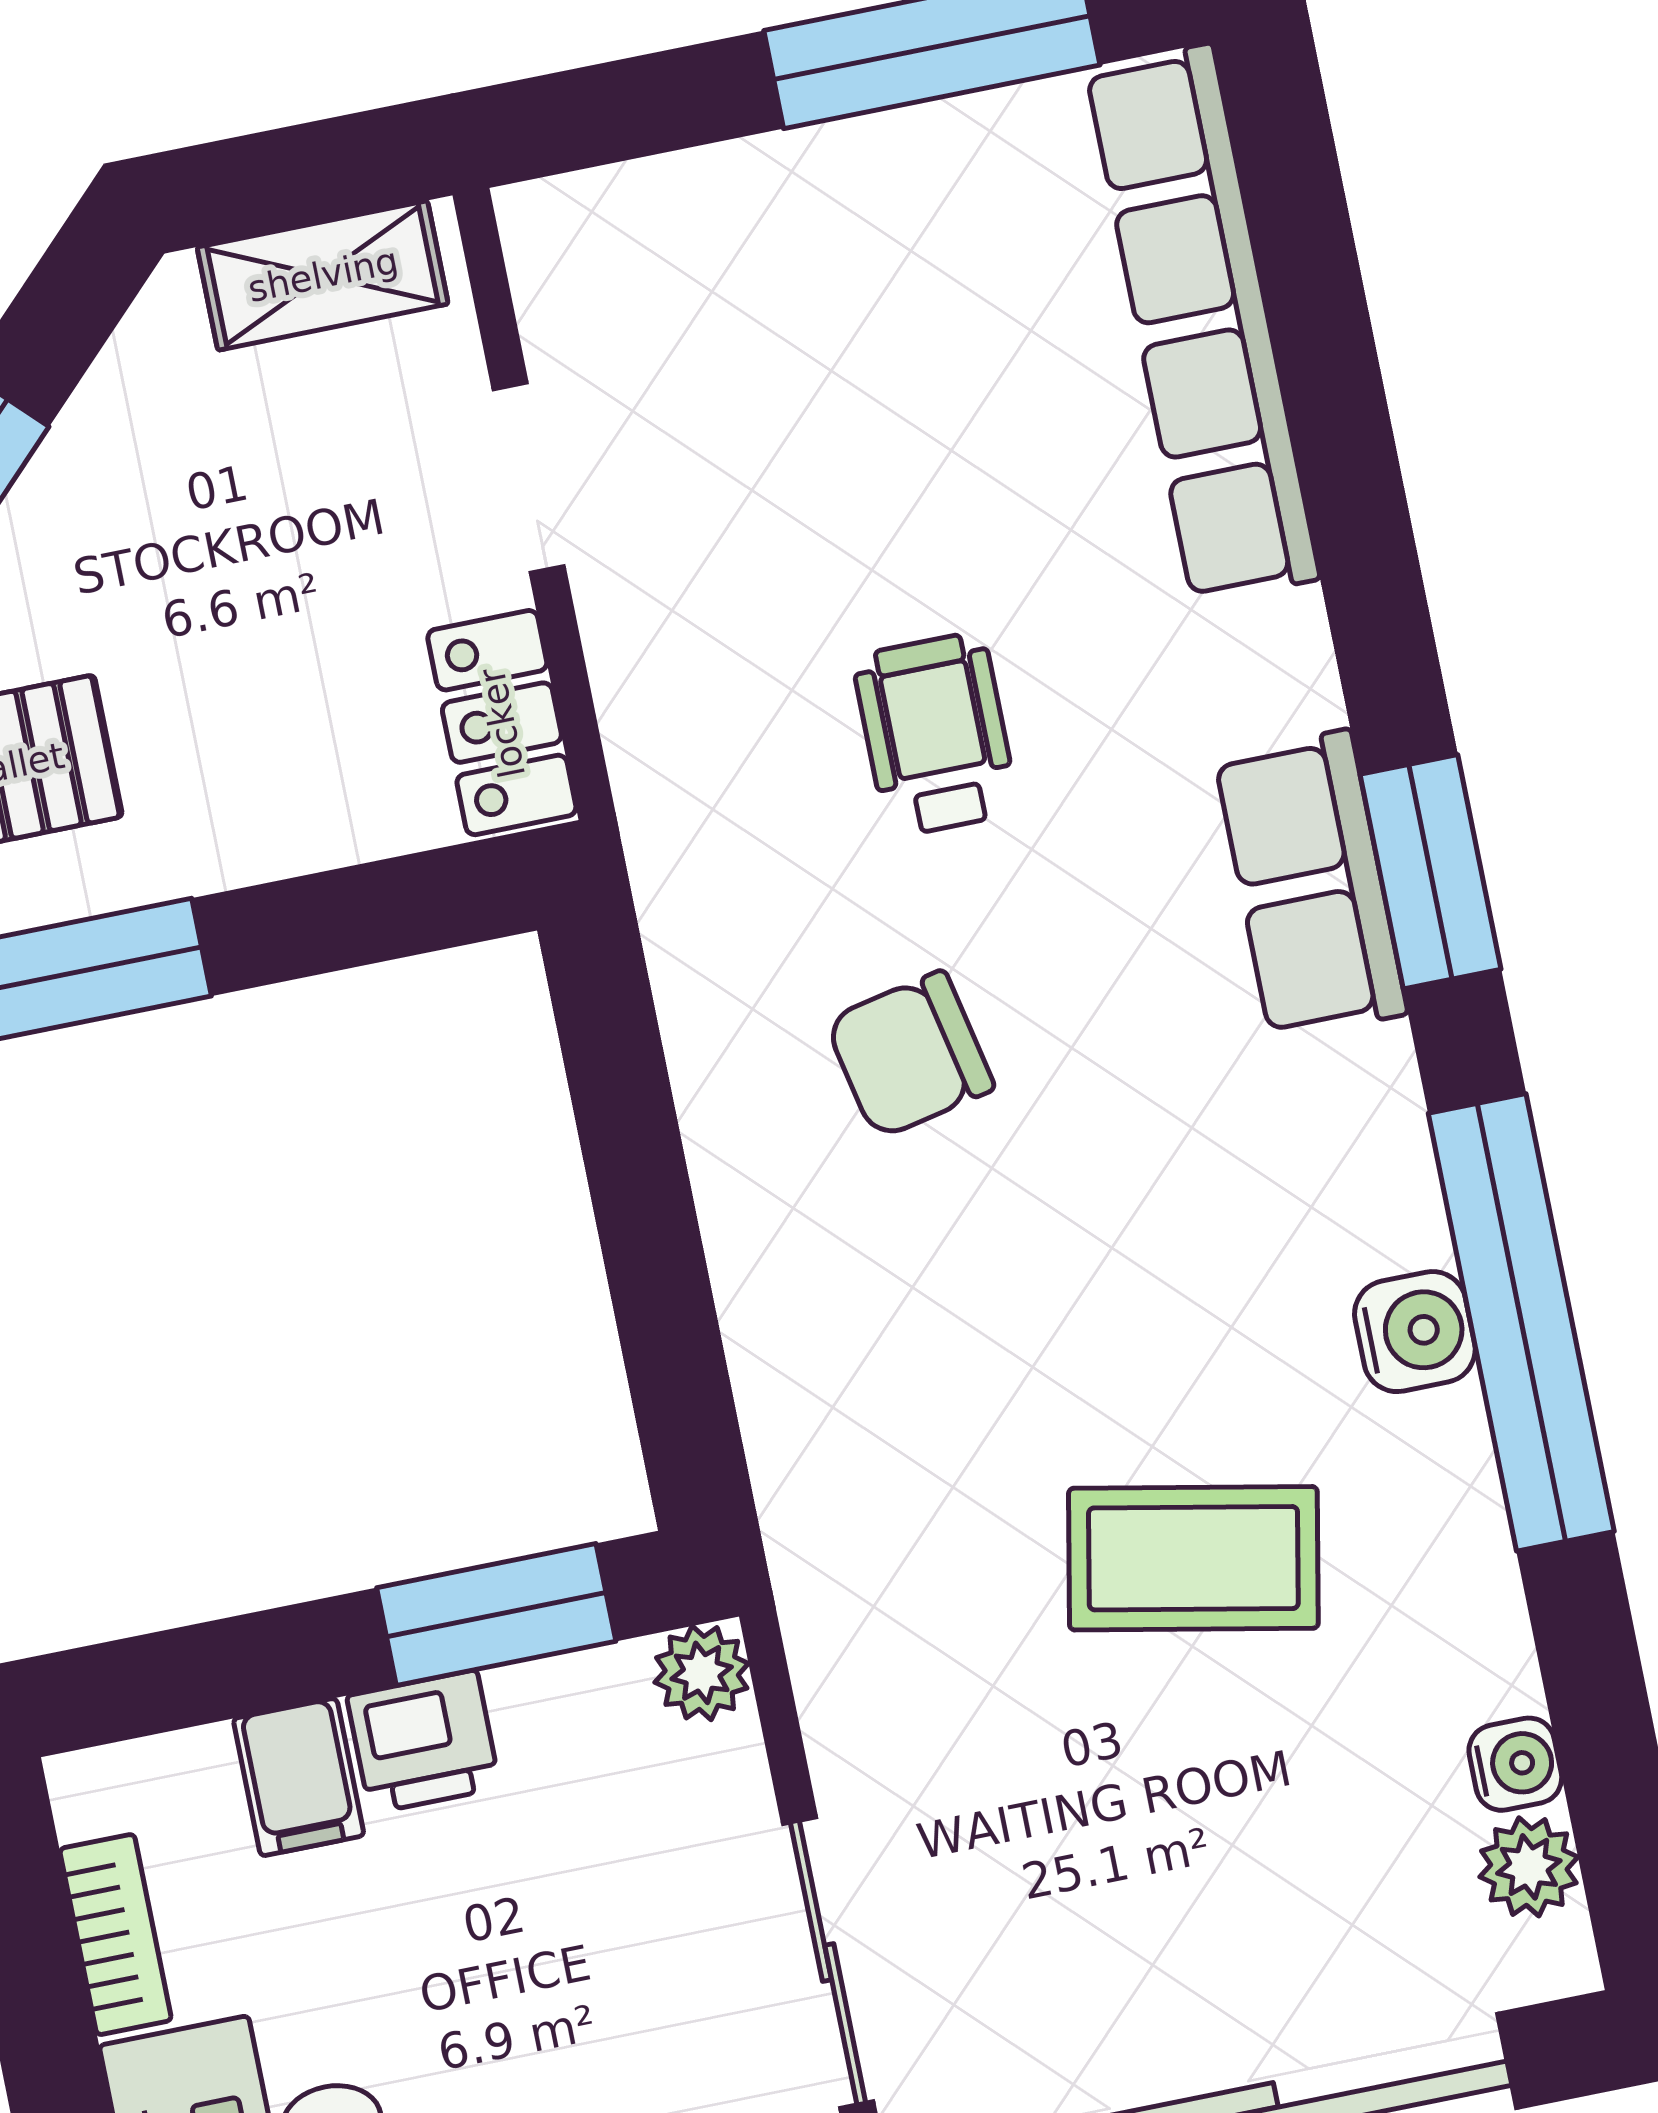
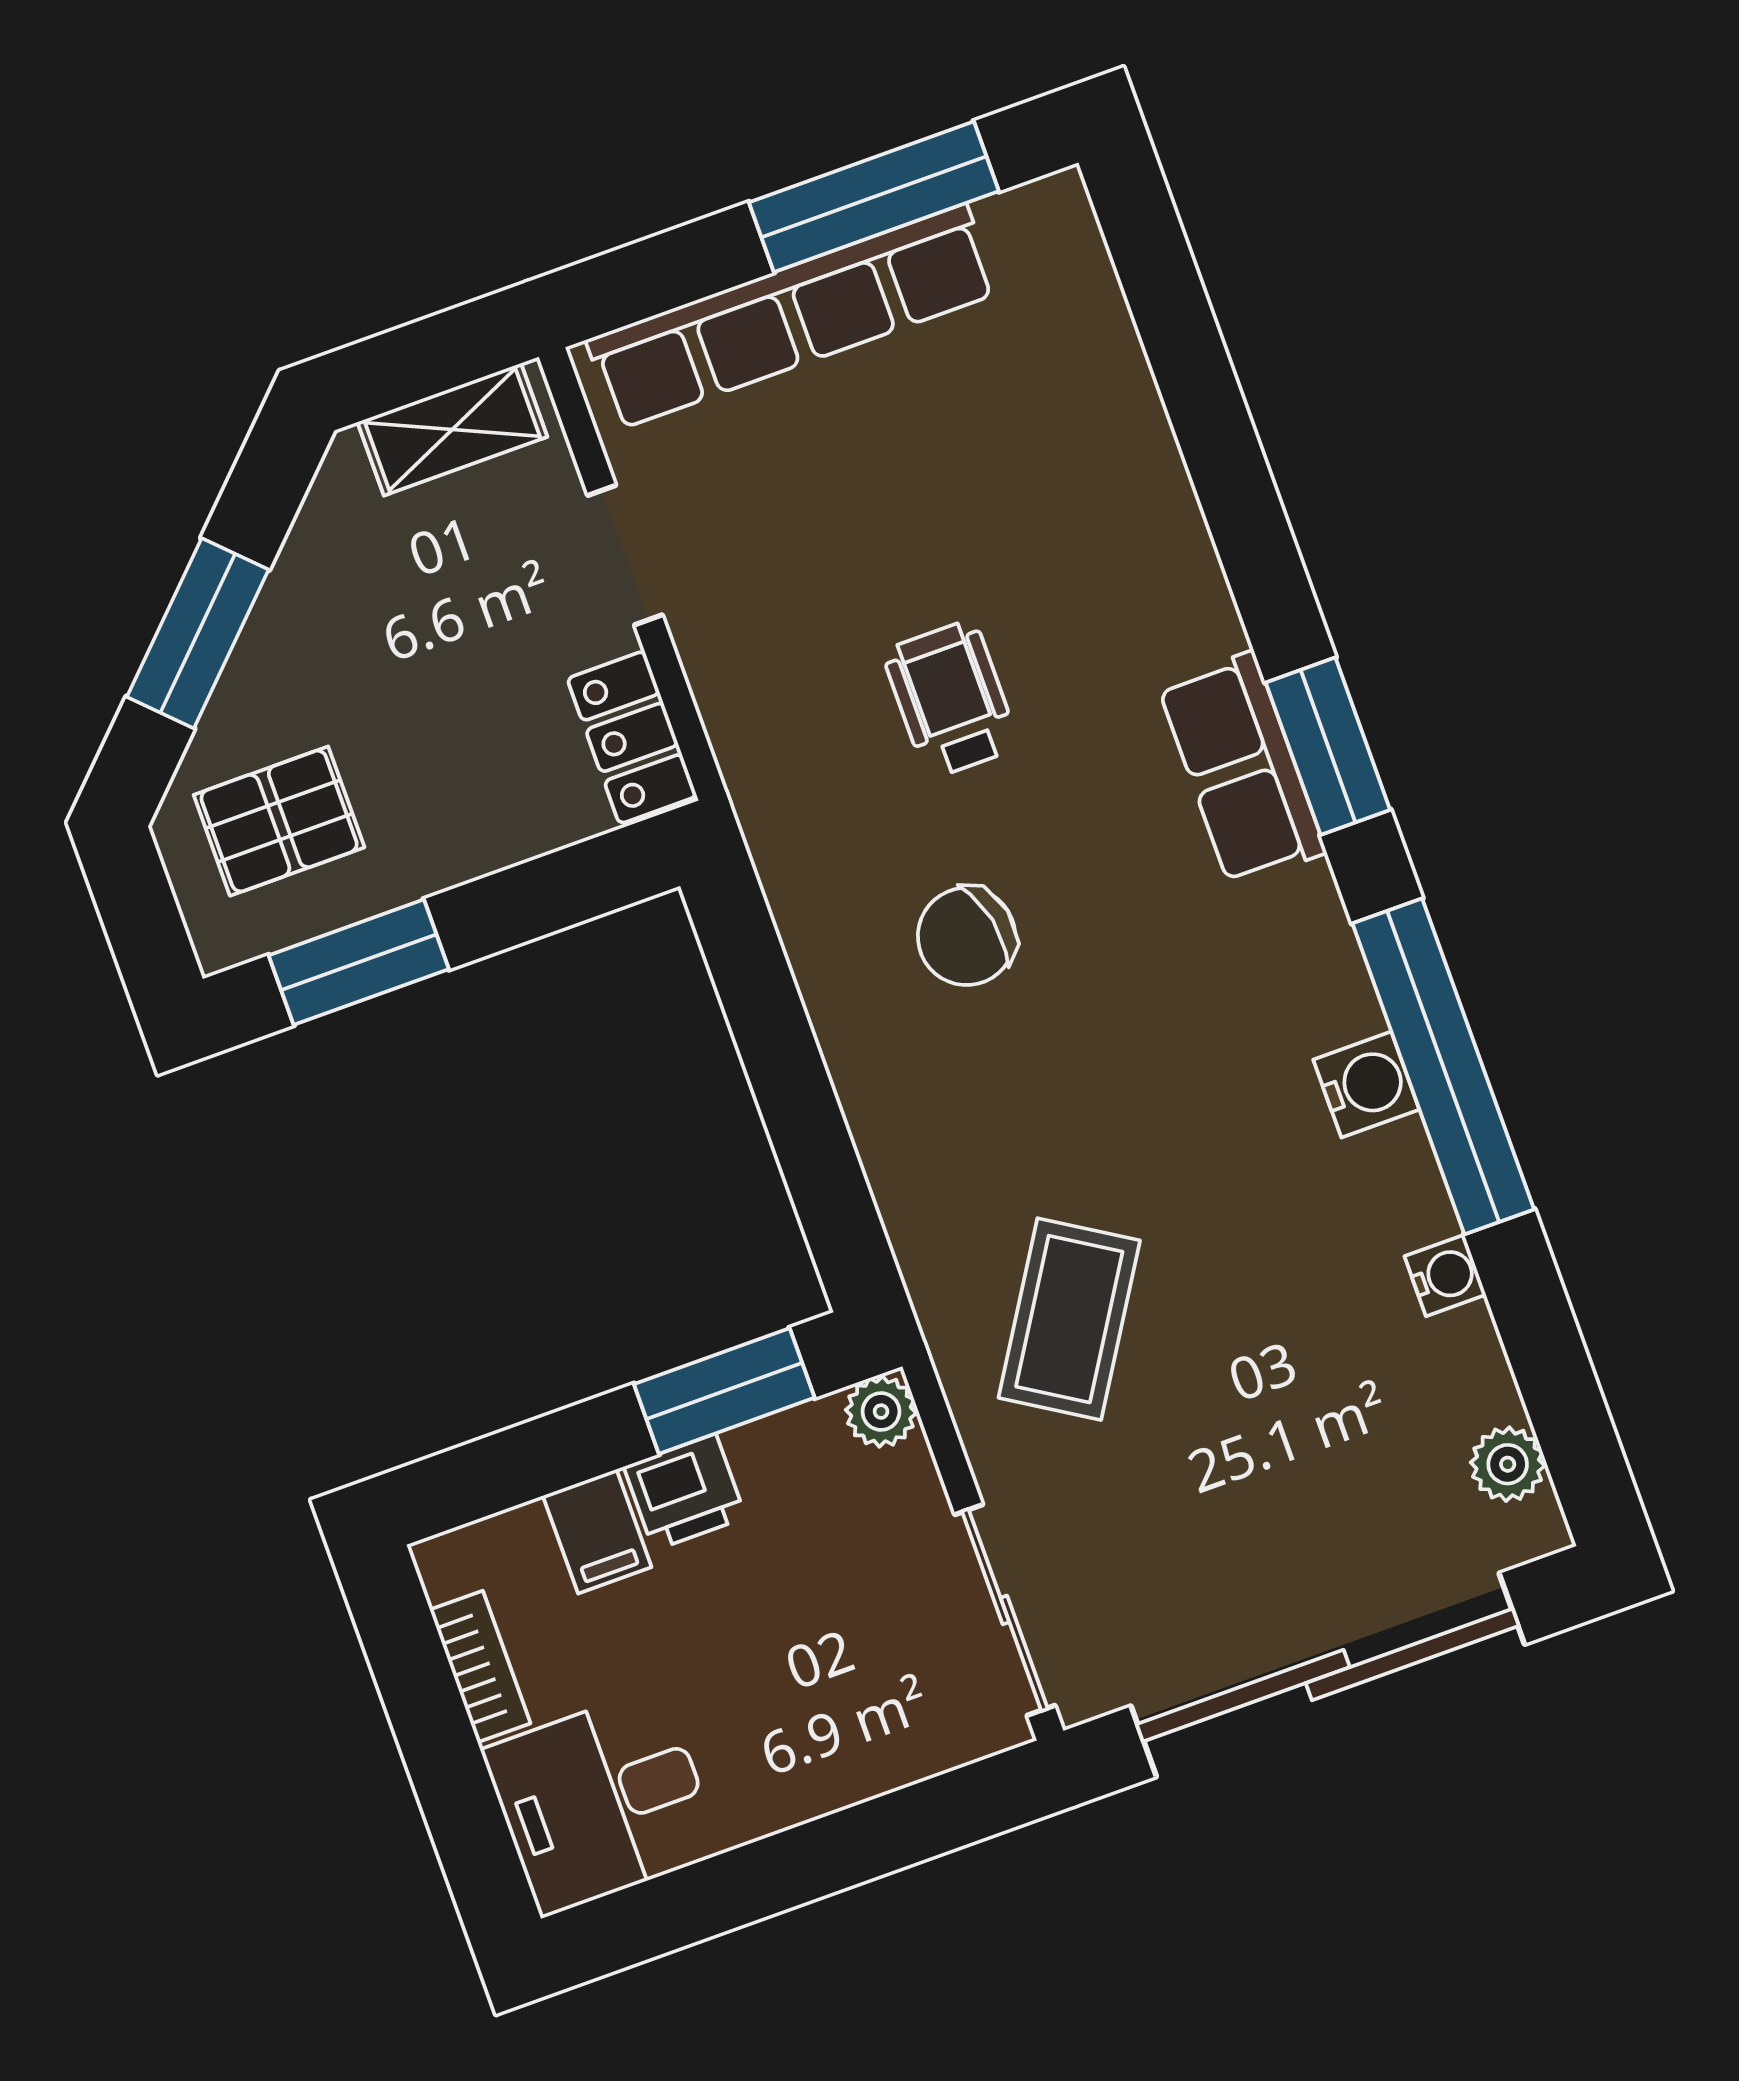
row of seats: (1203, 324) -> (792, 317), moved, turned -90
coffee table: (1193, 1558) -> (1069, 1319), moved, turned -69
water cooler: (1515, 1764) -> (1445, 1275), moved

